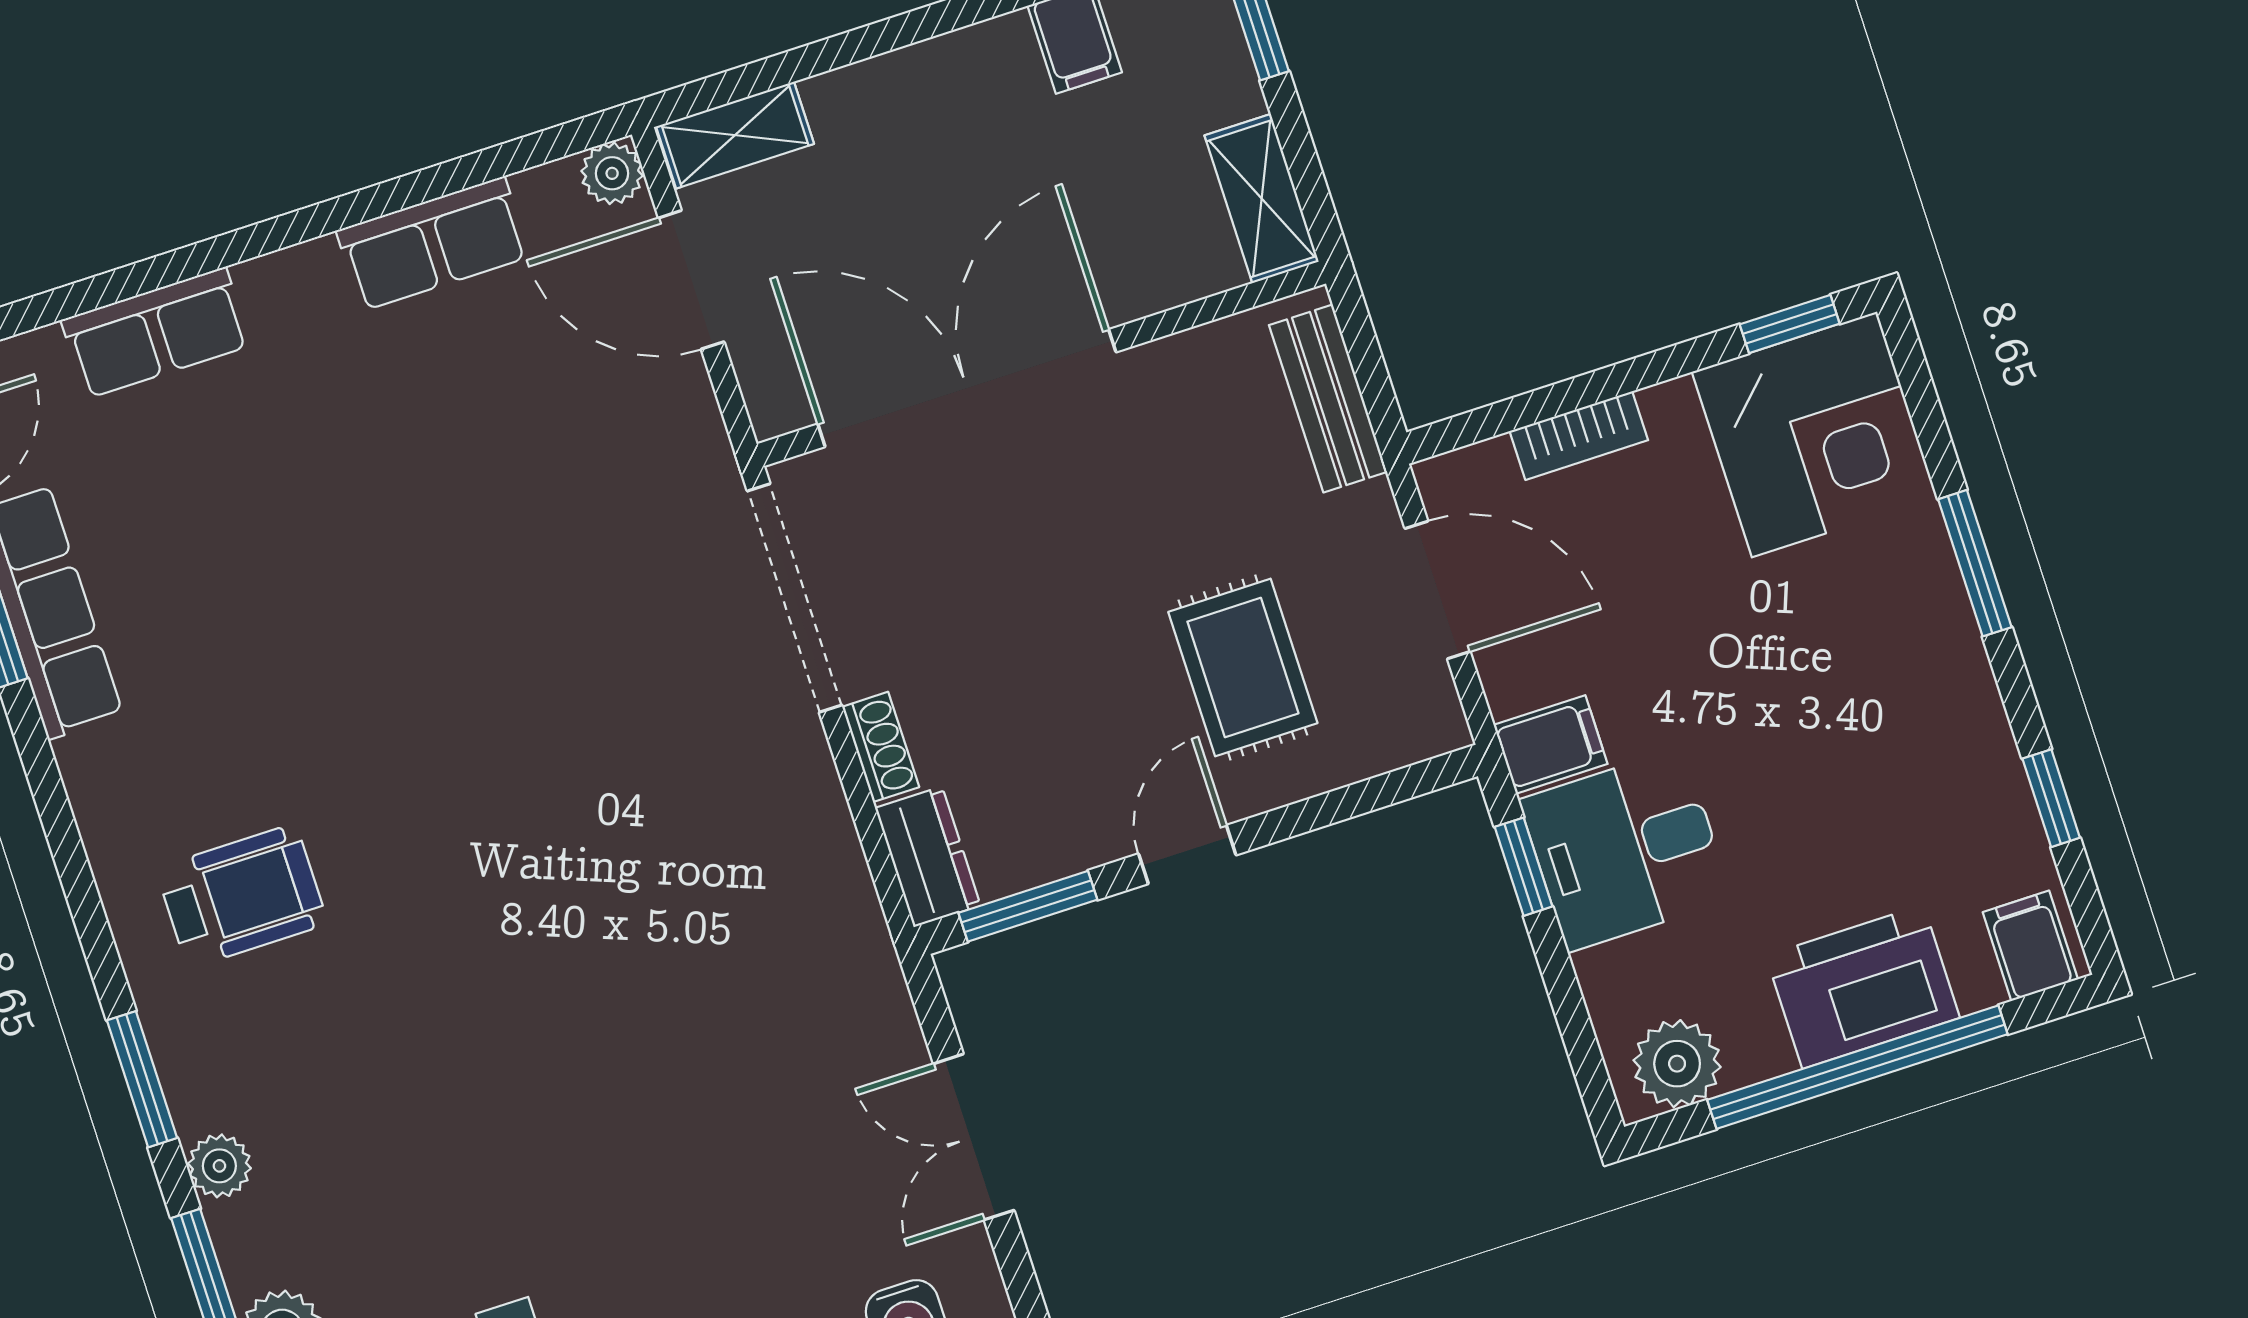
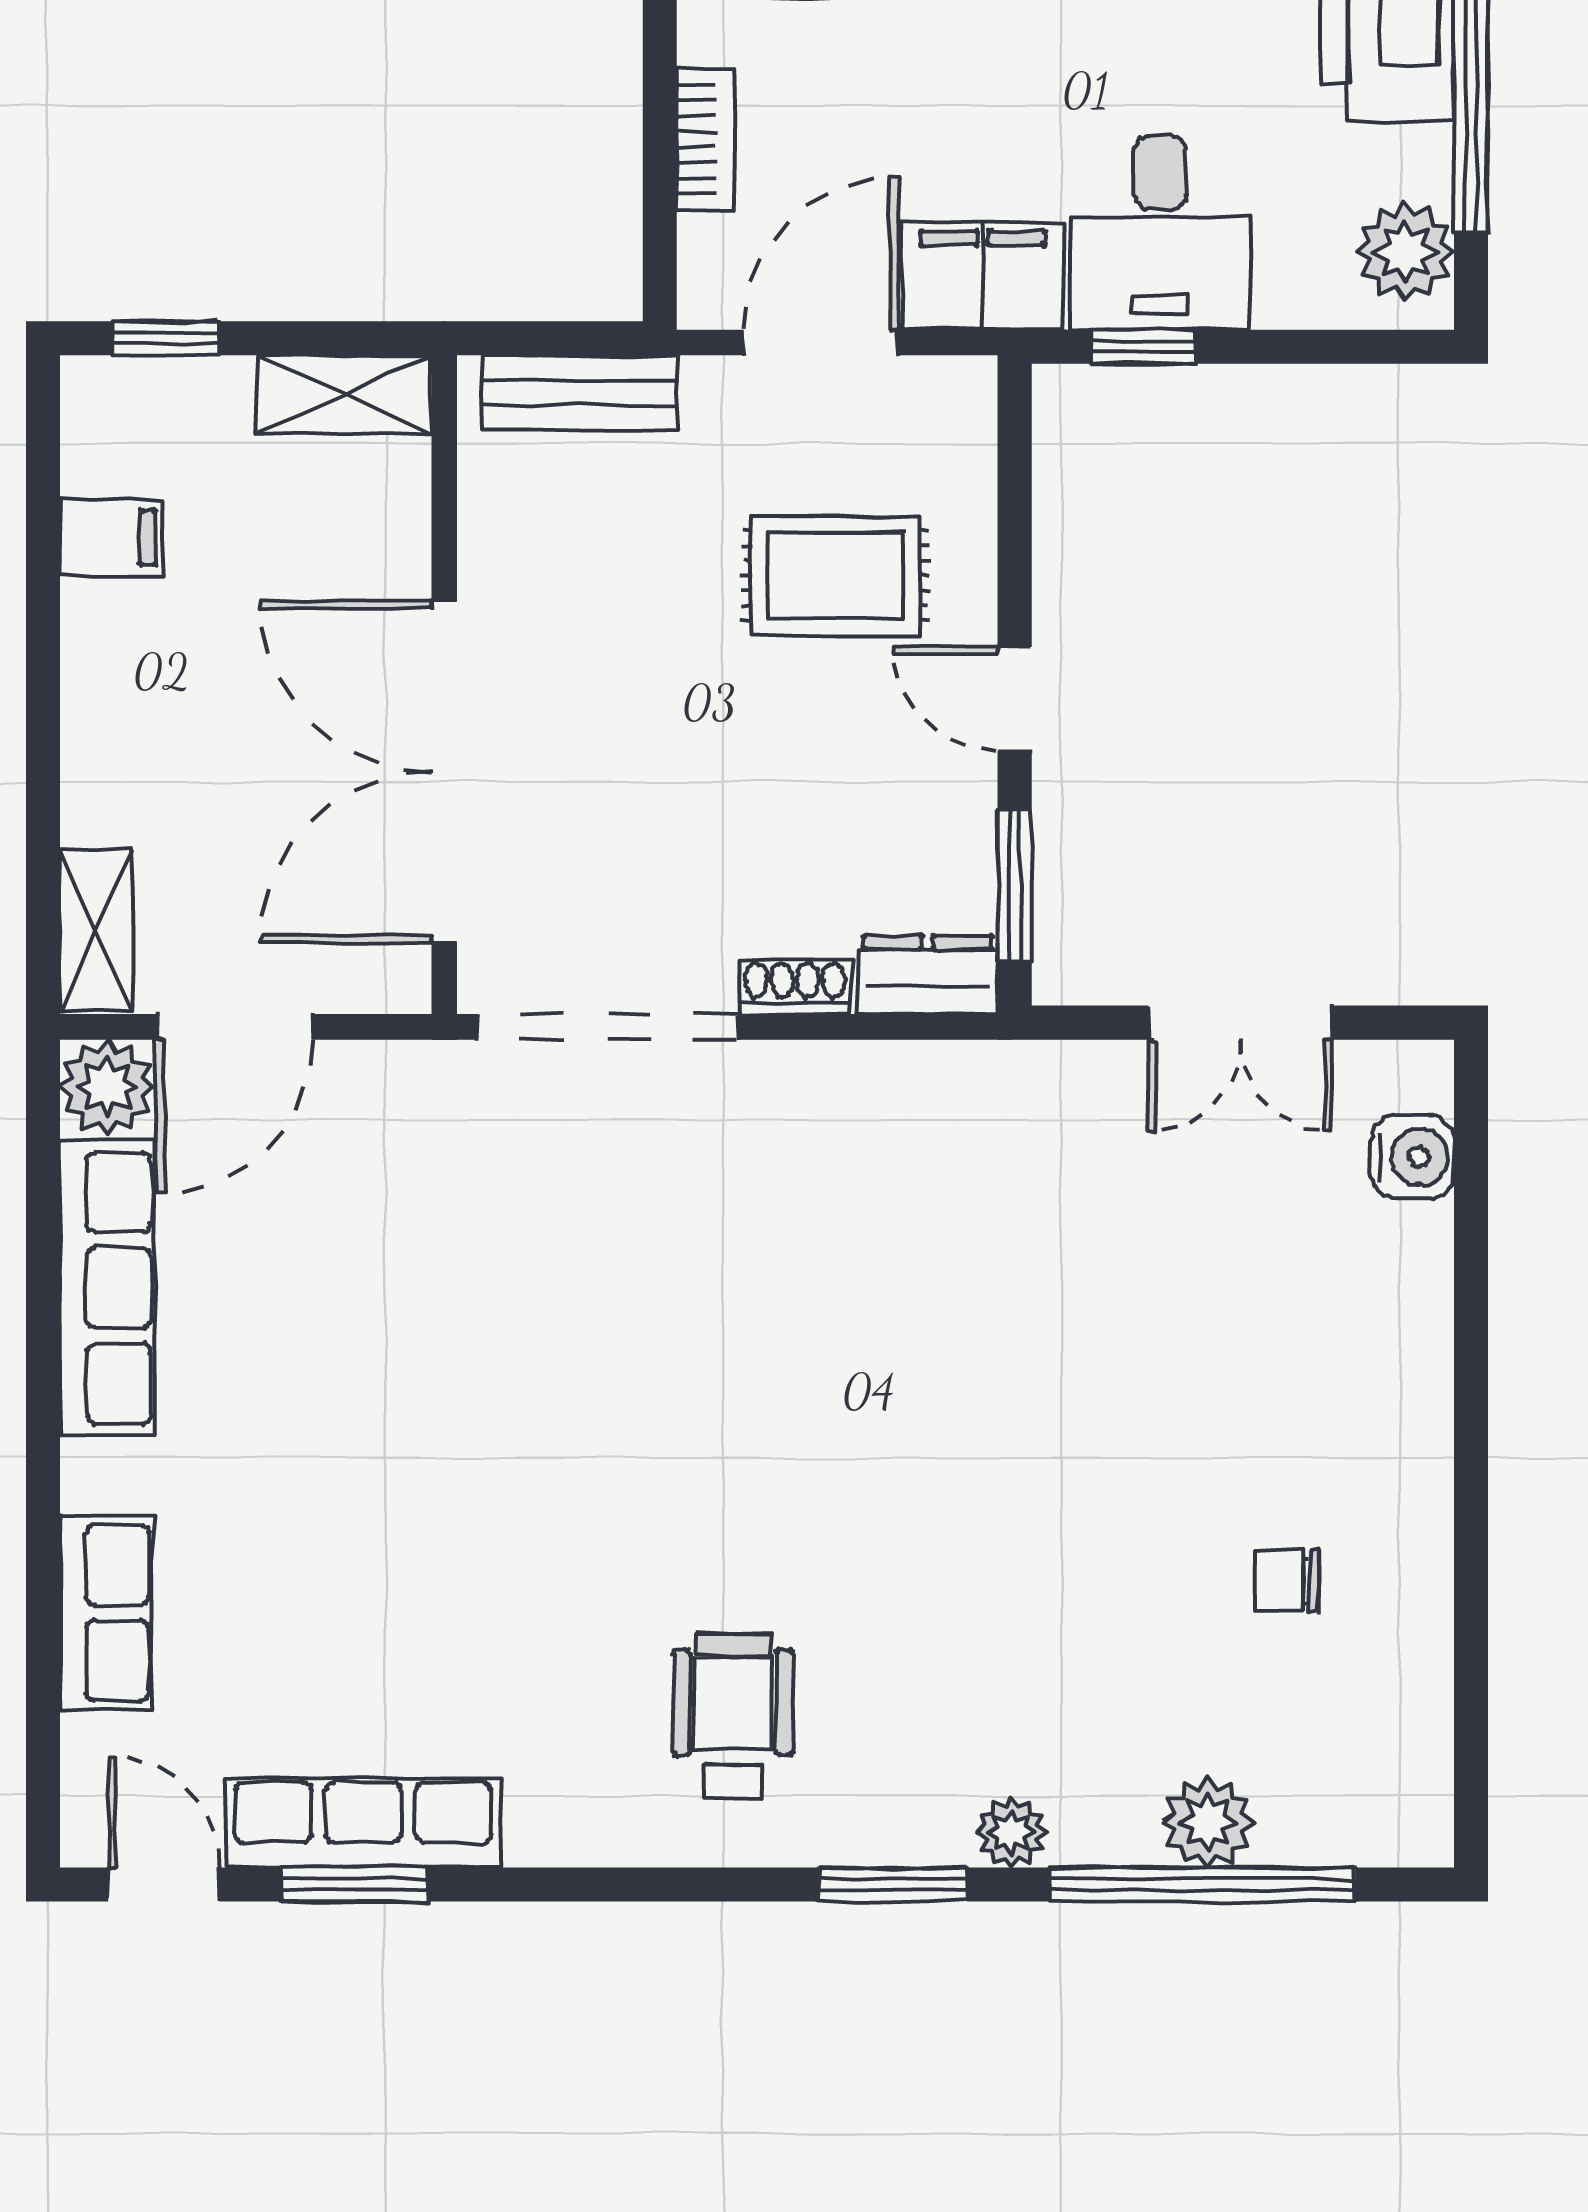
plant: (612, 173) -> (107, 1087), width x1.38, depth x1.38
row of seats: (433, 244) -> (107, 1288), width x1.48
filing cabinet: (1551, 744) -> (983, 276), width x2.00

